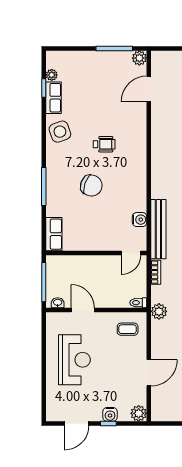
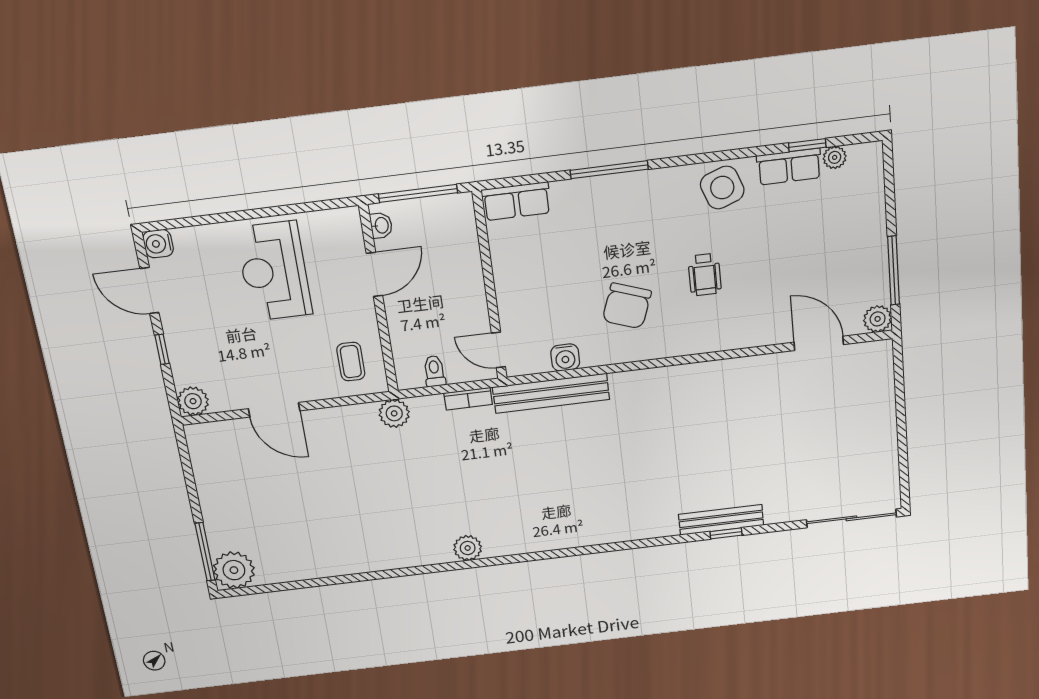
chair: (91, 186) -> (627, 306), moved
toilet: (138, 303) -> (434, 371), moved
reception desk: (74, 360) -> (274, 271), turned 90
water cooler: (110, 414) -> (158, 244), moved

